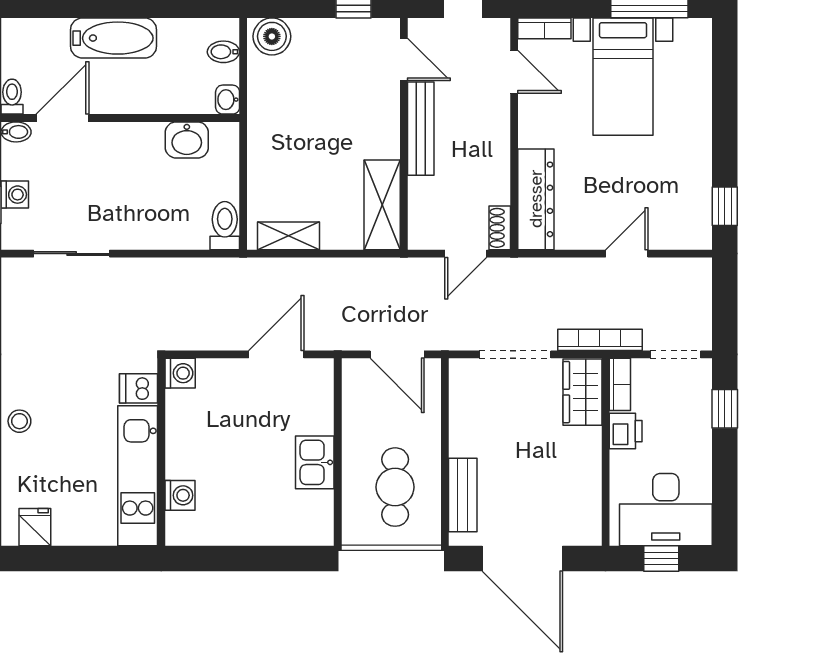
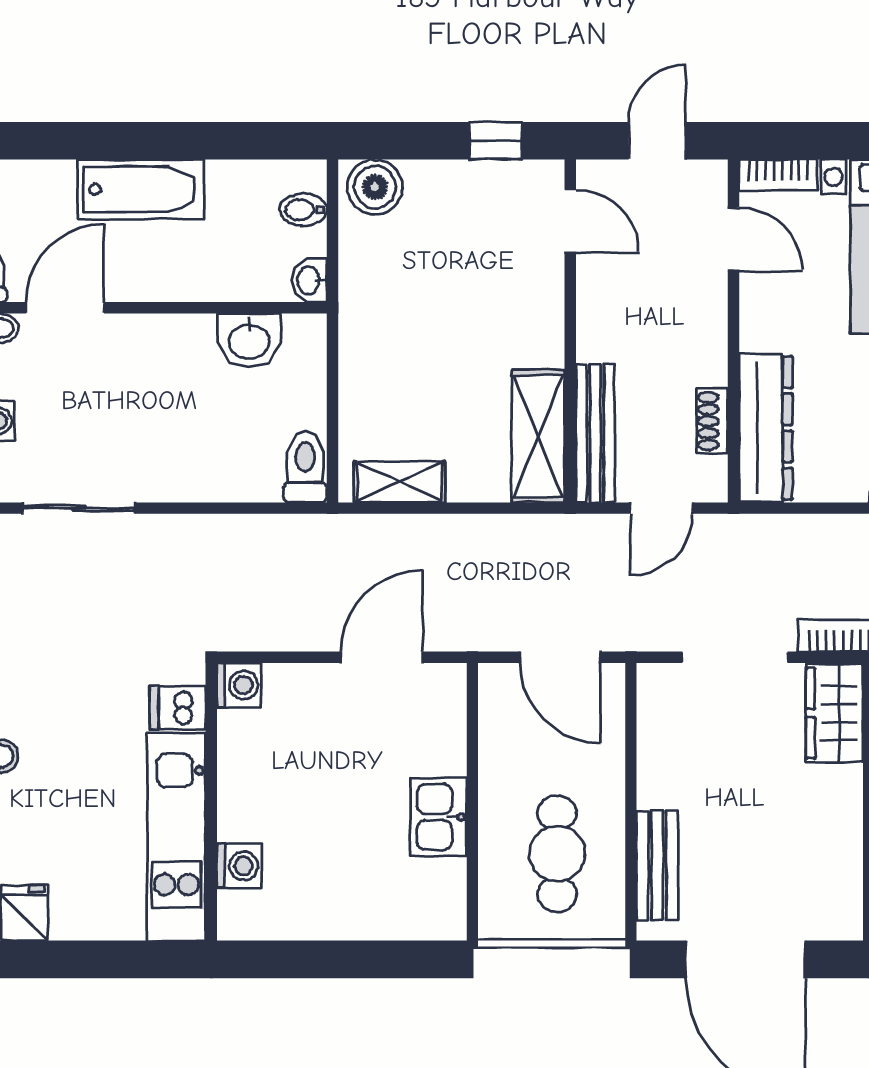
bench: (421, 129) -> (595, 433), moved
shoe rack: (500, 228) -> (712, 421), moved

